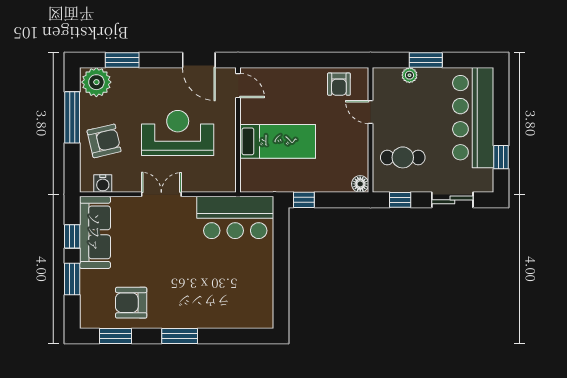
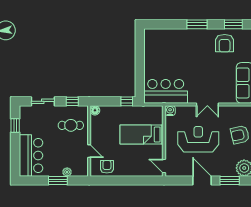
door: (199, 60) -> (202, 181), moved
bar counter: (473, 118) -> (31, 155), width x0.73
reception desk: (178, 133) -> (198, 139), turned 180
water cooler: (103, 184) -> (170, 111), moved
armchair: (131, 303) -> (225, 43), turned 90

